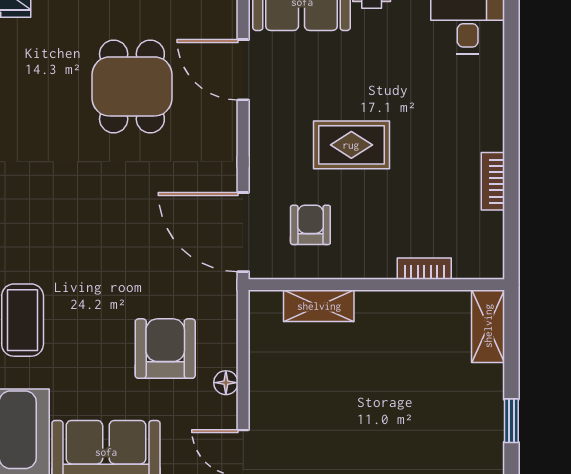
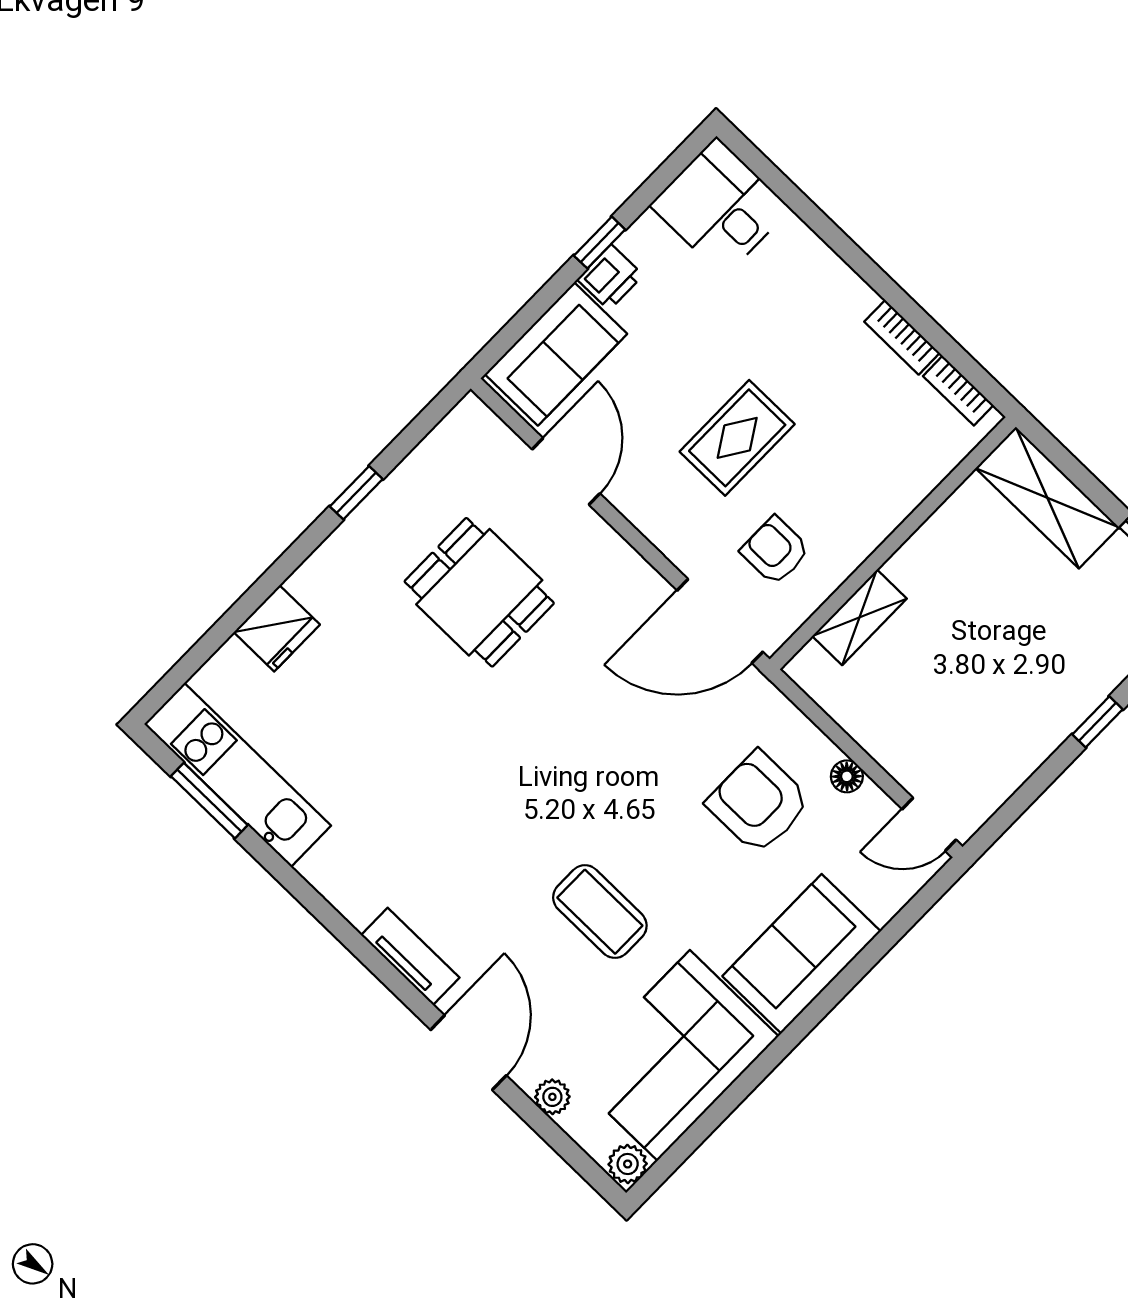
door: (243, 70) -> (566, 471), swing flipped
bookcase: (424, 269) -> (958, 391), moved, turned -90
shelving: (488, 326) -> (1047, 498), width x1.50, depth x1.33

